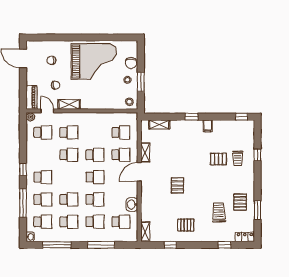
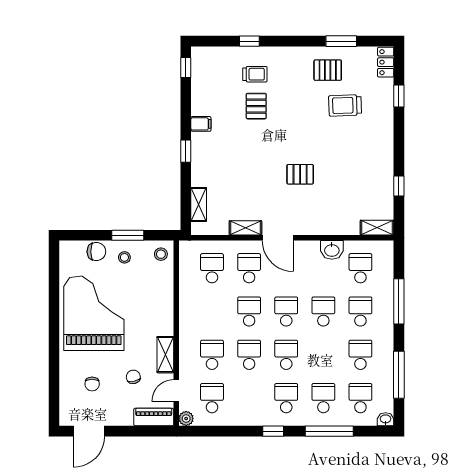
school desk: (69, 199) -> (286, 355), moved
pallet: (186, 225) -> (366, 160), removed

